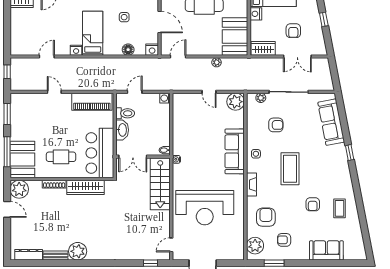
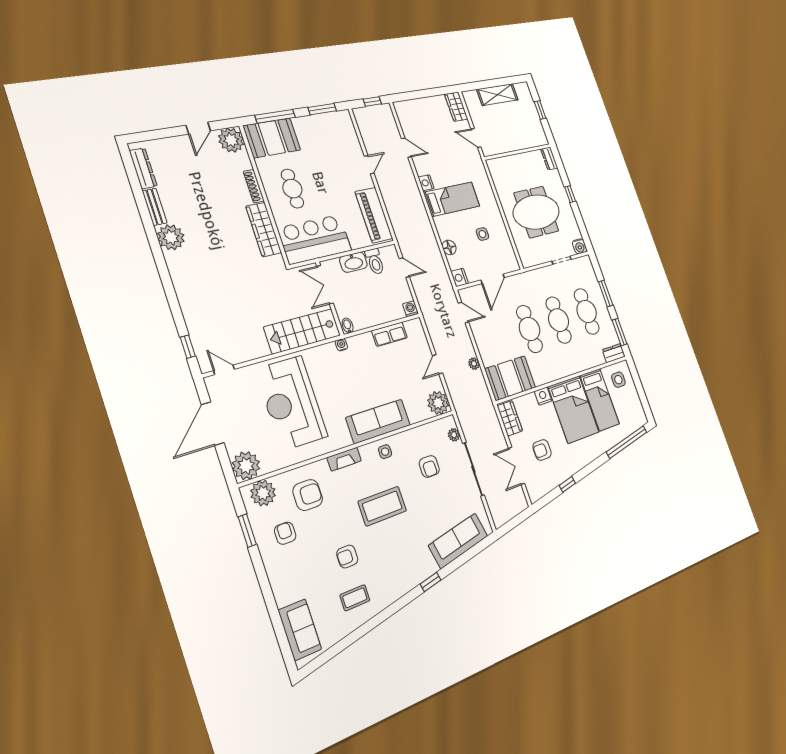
row of seats: (179, 121) -> (389, 334), added
sofa: (326, 250) -> (300, 630), moved
plant: (235, 251) -> (246, 466), added

